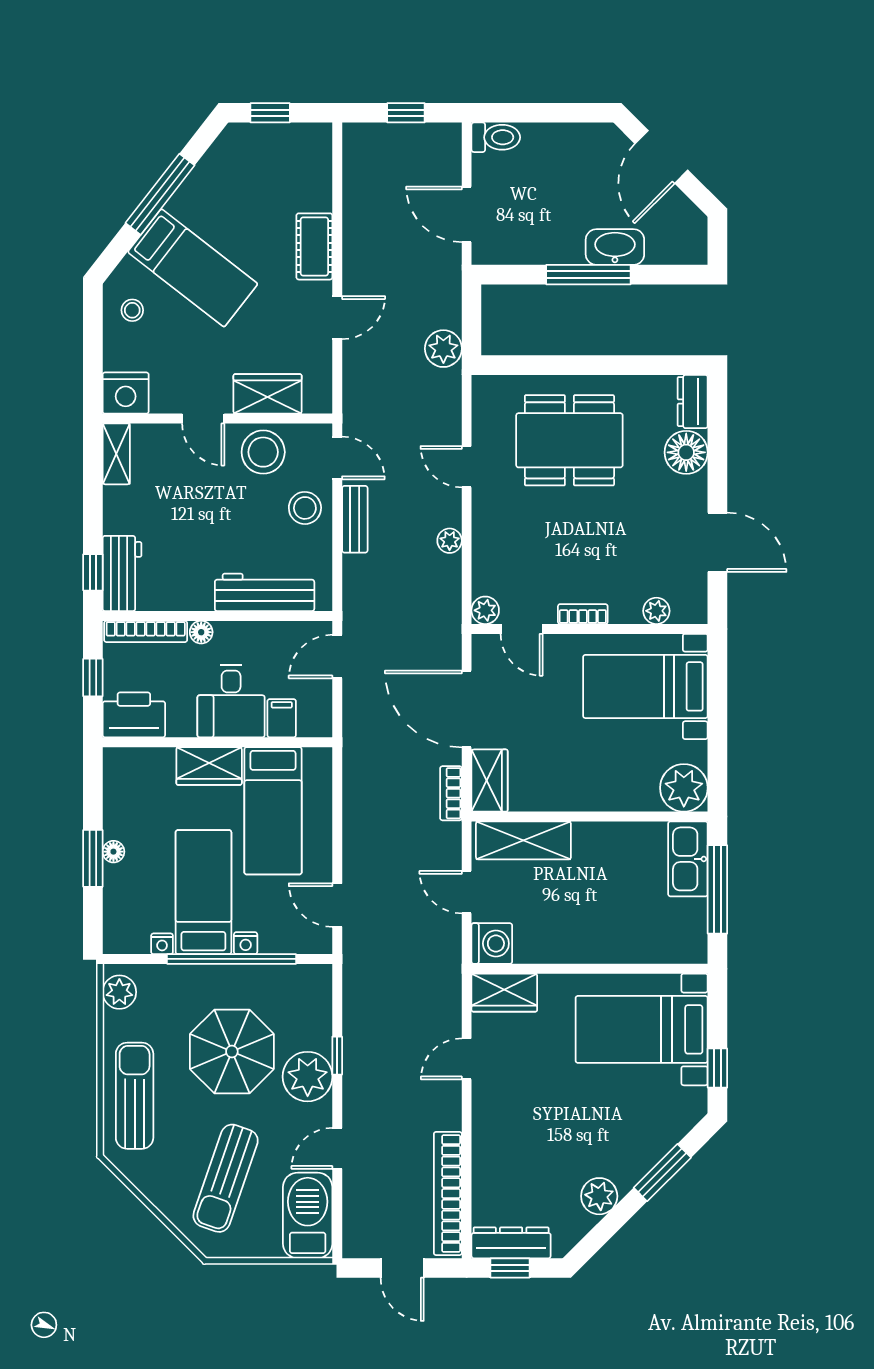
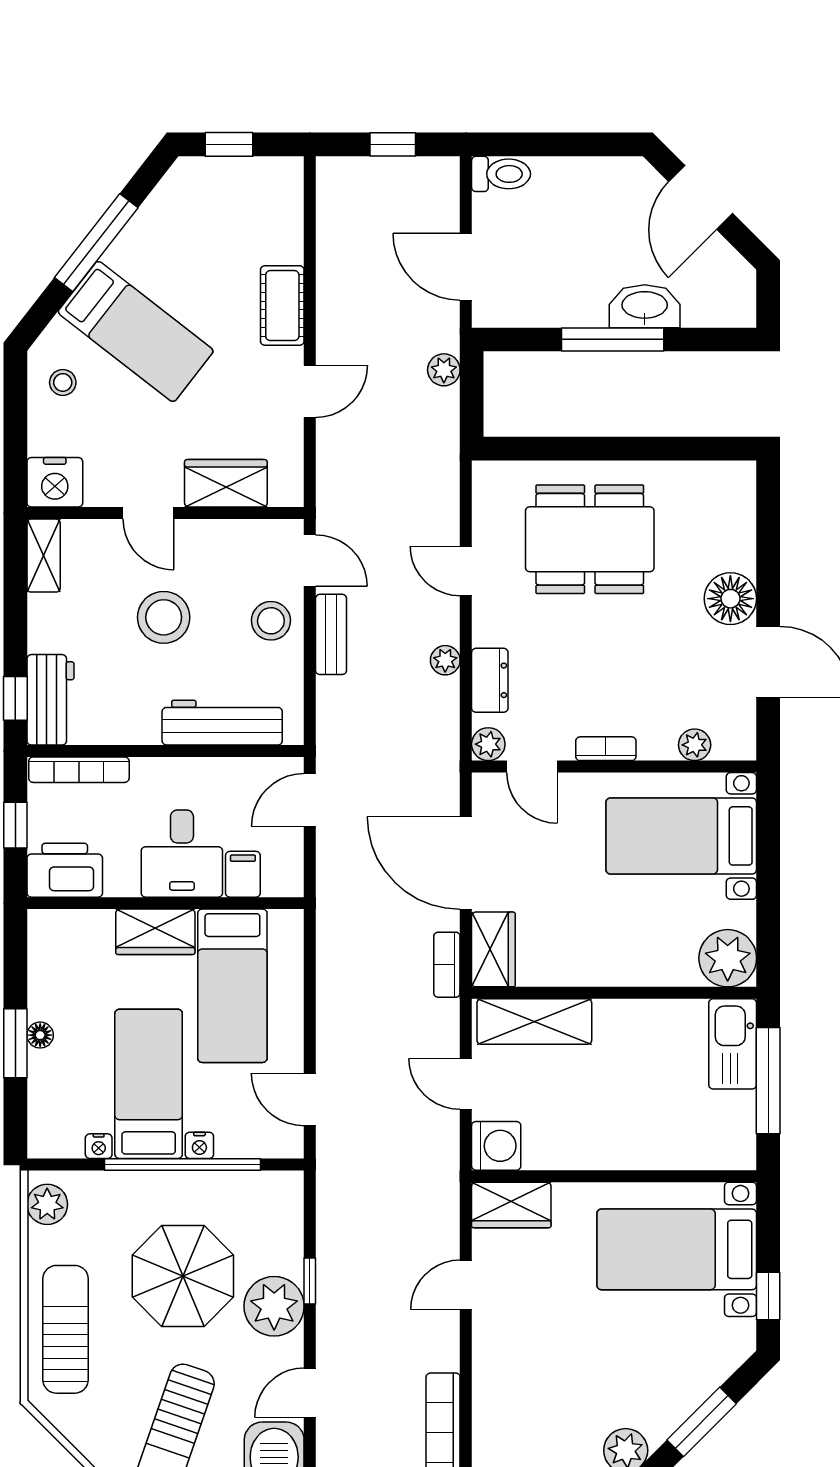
plant: (443, 349) -> (444, 370), moved, width x0.73, depth x0.73
dresser: (693, 402) -> (490, 680), moved, turned 180
stool: (263, 452) -> (164, 617), moved
floor lamp: (686, 452) -> (730, 599), moved
floor lamp: (201, 632) -> (146, 771), removed

